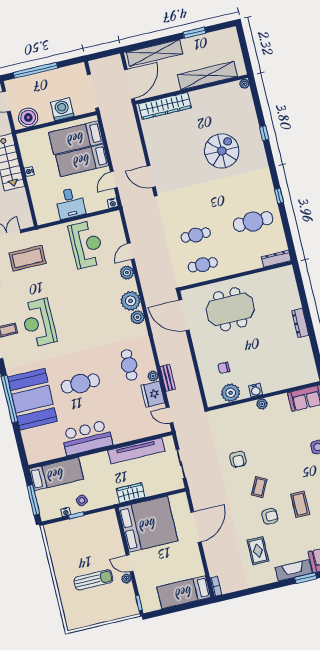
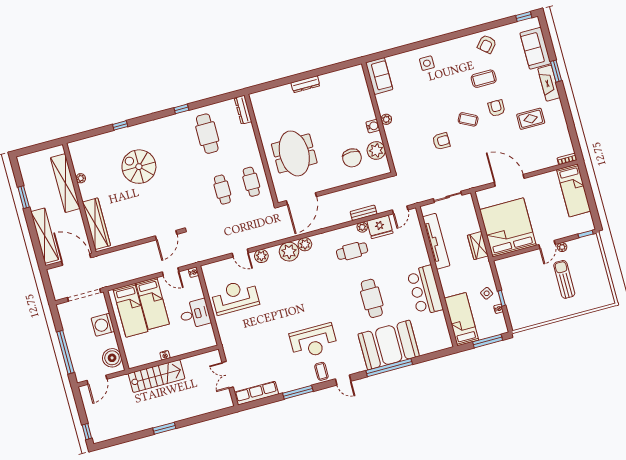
plant: (244, 84) -> (81, 178), moved
coffee table: (27, 258) -> (250, 354), removed
chair: (224, 368) -> (352, 158), width x1.87, depth x1.87

